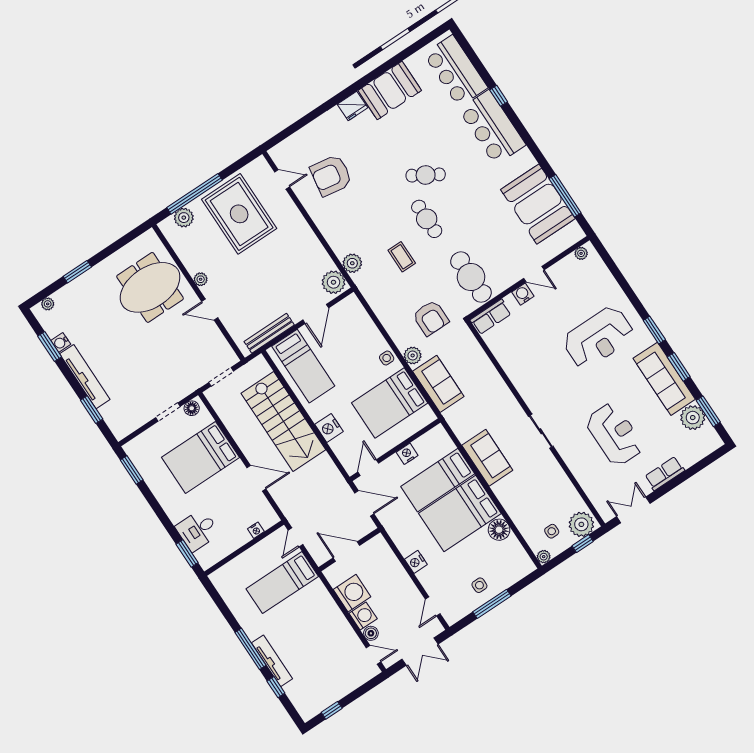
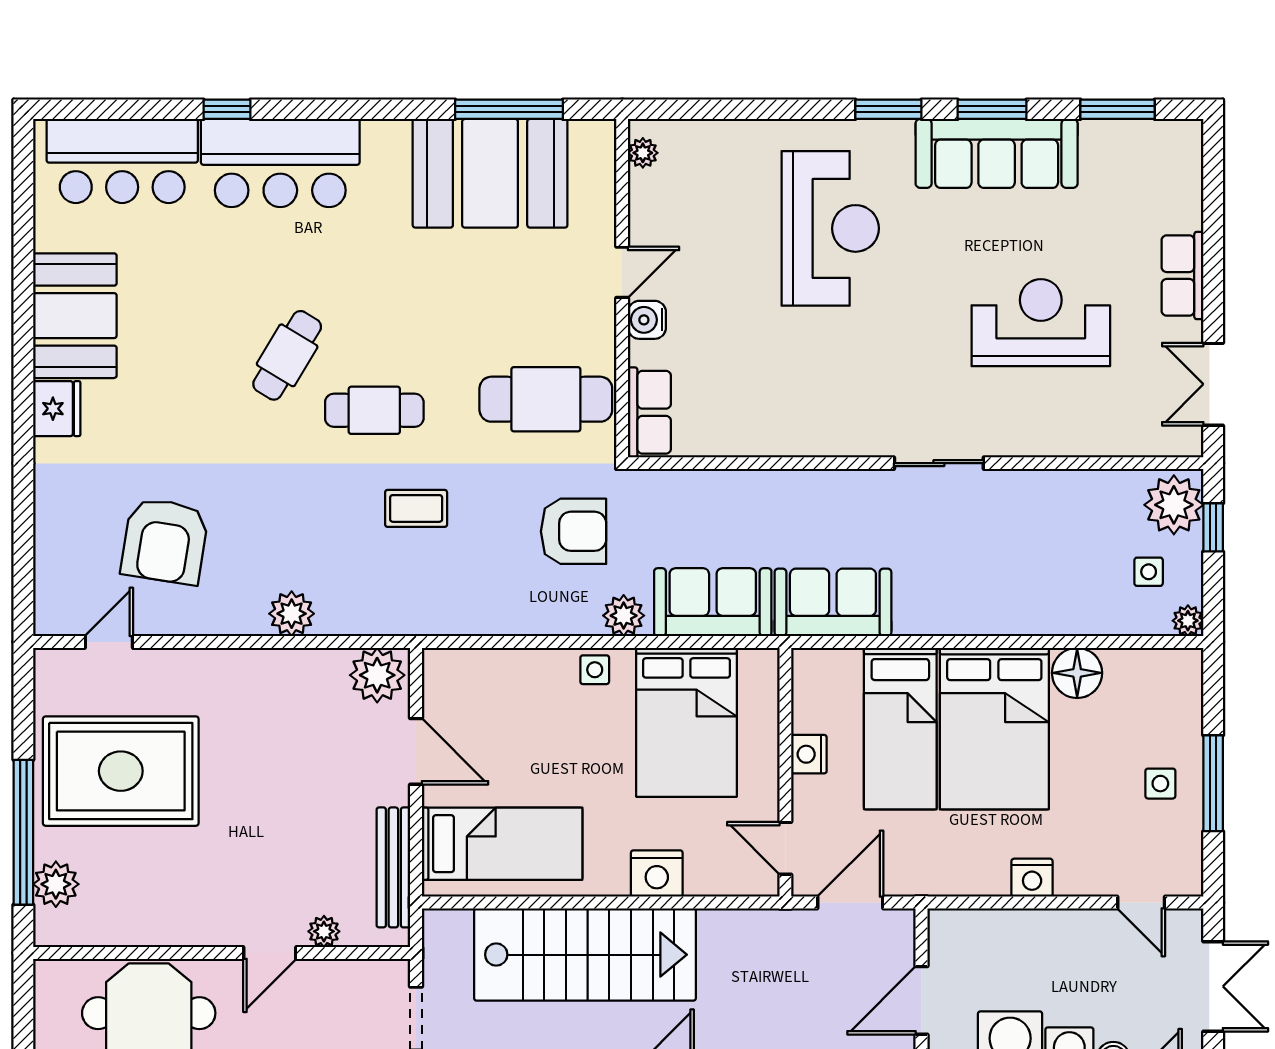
plant: (352, 263) -> (292, 614), moved
plant: (201, 279) -> (324, 931), moved
plant: (693, 418) -> (1110, 148), removed
sofa: (487, 458) -> (833, 602), moved

